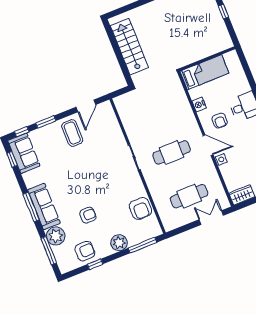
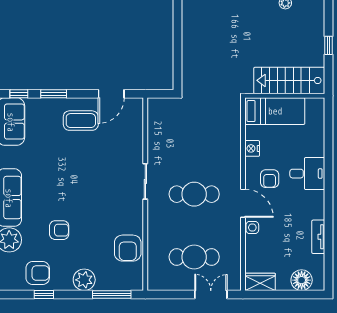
stairs: (129, 47) -> (289, 80), moved, turned -90
coffee table: (72, 133) -> (81, 121), turned 90

